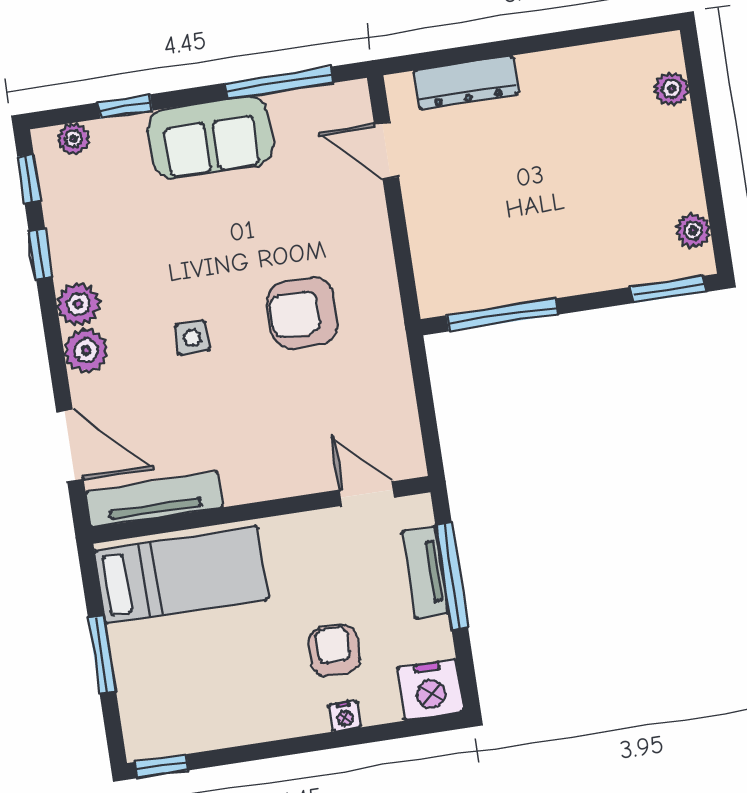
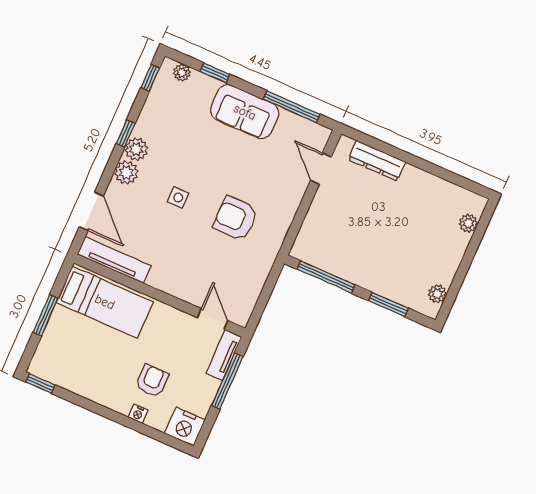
window: (41, 254) -> (126, 133), moved
window: (668, 289) -> (389, 304), moved
tv unit: (426, 572) -> (224, 355), moved

